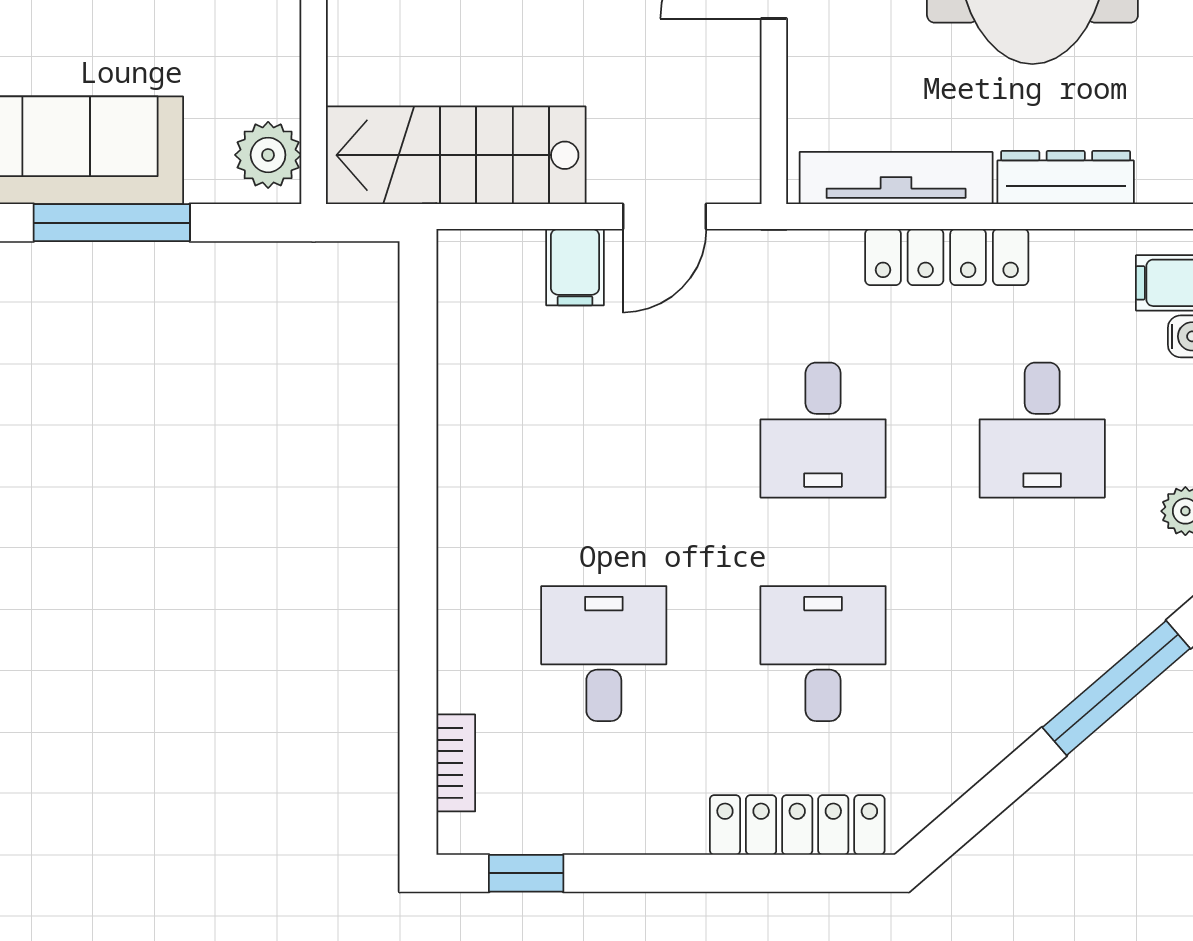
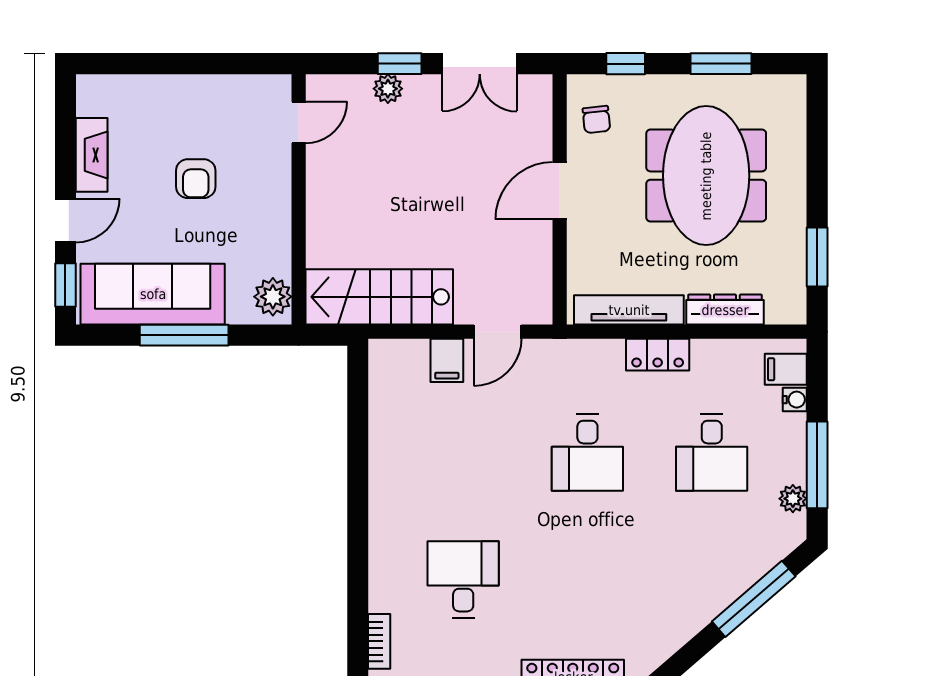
locker: (947, 257) -> (658, 355), width x0.66
desk: (823, 654) -> (587, 579), removed

